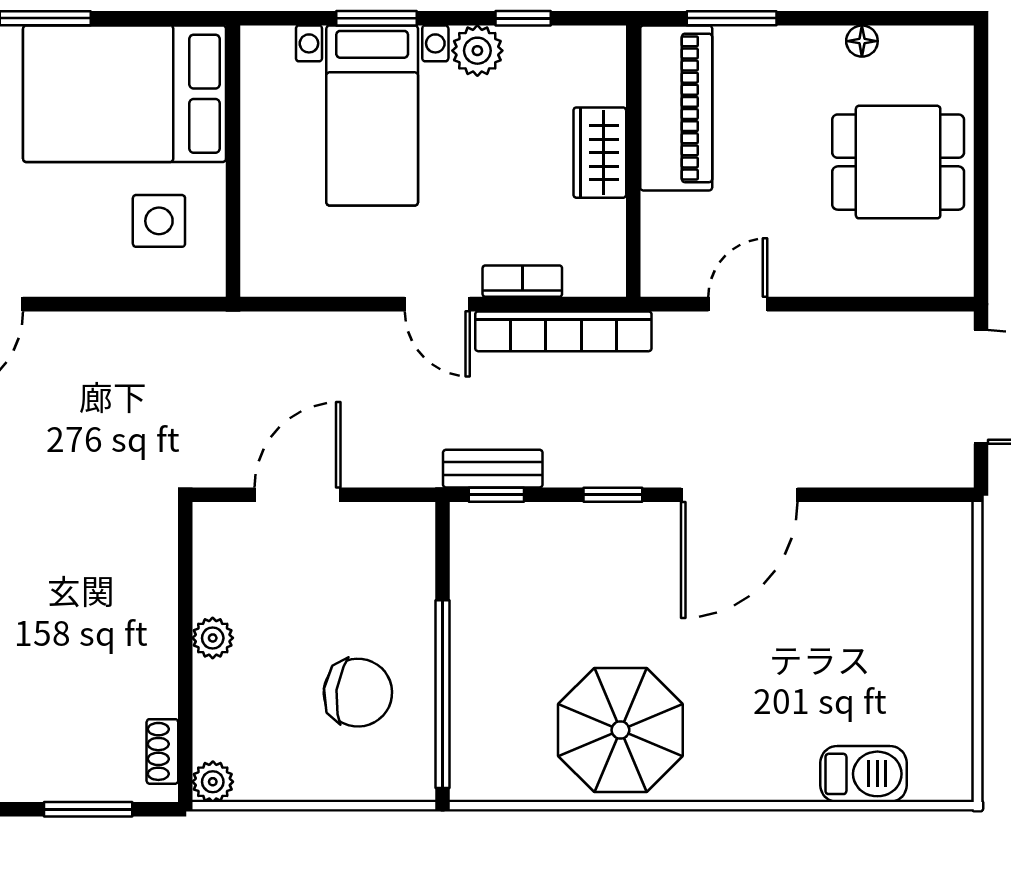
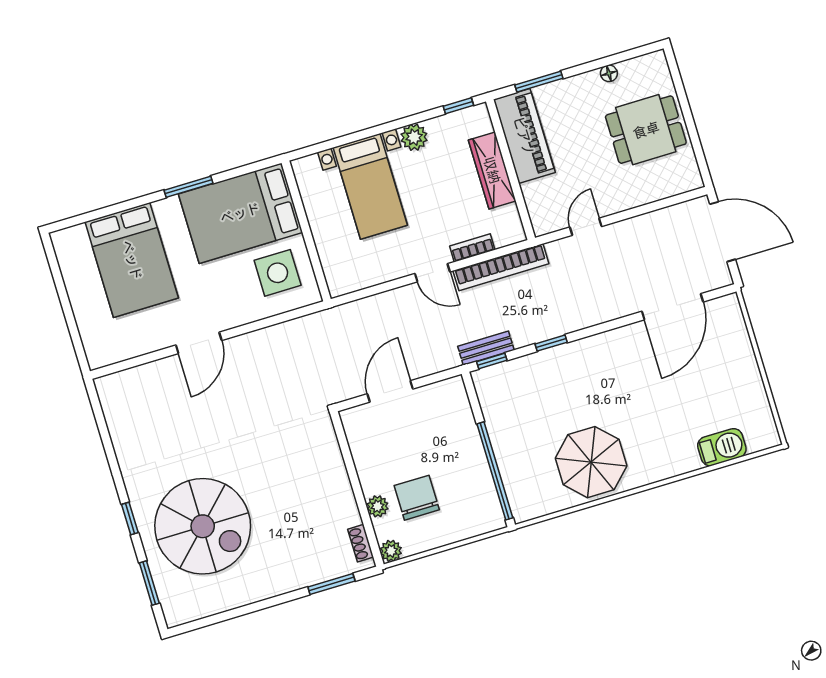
window: (377, 18) -> (358, 136), removed
window: (523, 18) -> (458, 106), moved
wardrobe: (600, 153) -> (492, 170), width x1.50
side table: (159, 221) -> (278, 273), width x1.37, depth x1.37
door: (739, 495) -> (673, 307), moved
plant: (213, 638) -> (378, 506), moved
chair: (358, 693) -> (417, 498), moved, turned -97

